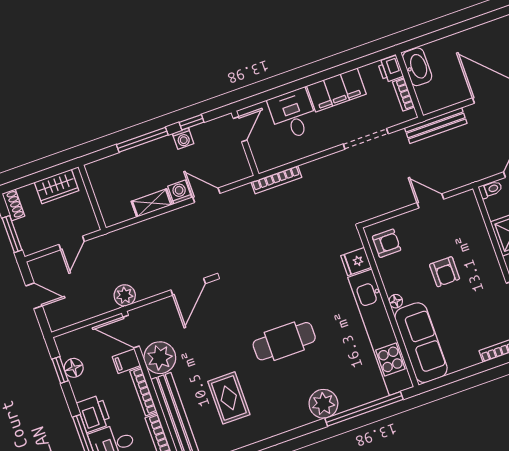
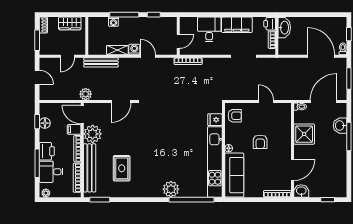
bench: (436, 126) -> (101, 62), moved
door: (240, 129) -> (178, 41), moved
washing machine: (183, 139) -> (113, 22), moved
cafe table: (284, 341) -> (162, 149), removed

